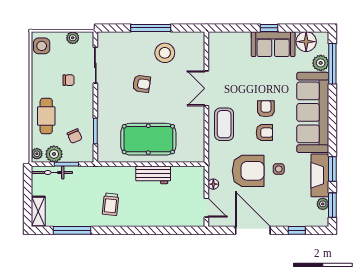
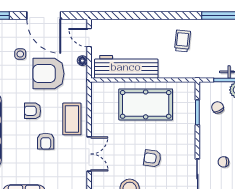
armchair: (266, 109) -> (46, 141), moved
side table: (279, 169) -> (20, 54), moved
workbench: (153, 175) -> (126, 67), width x1.88, depth x1.32

